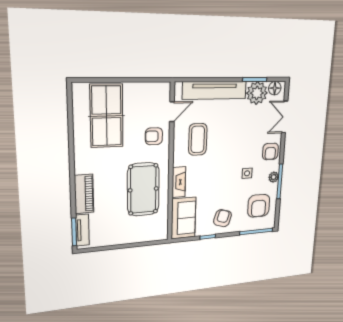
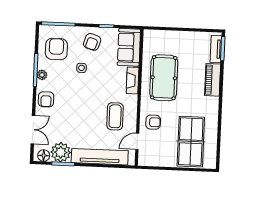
armchair: (270, 151) -> (46, 99), turned 180
side table: (247, 173) -> (81, 68), moved

